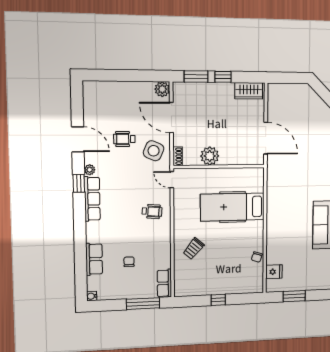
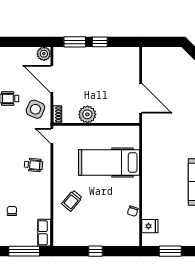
wardrobe: (249, 91) -> (124, 54), removed

